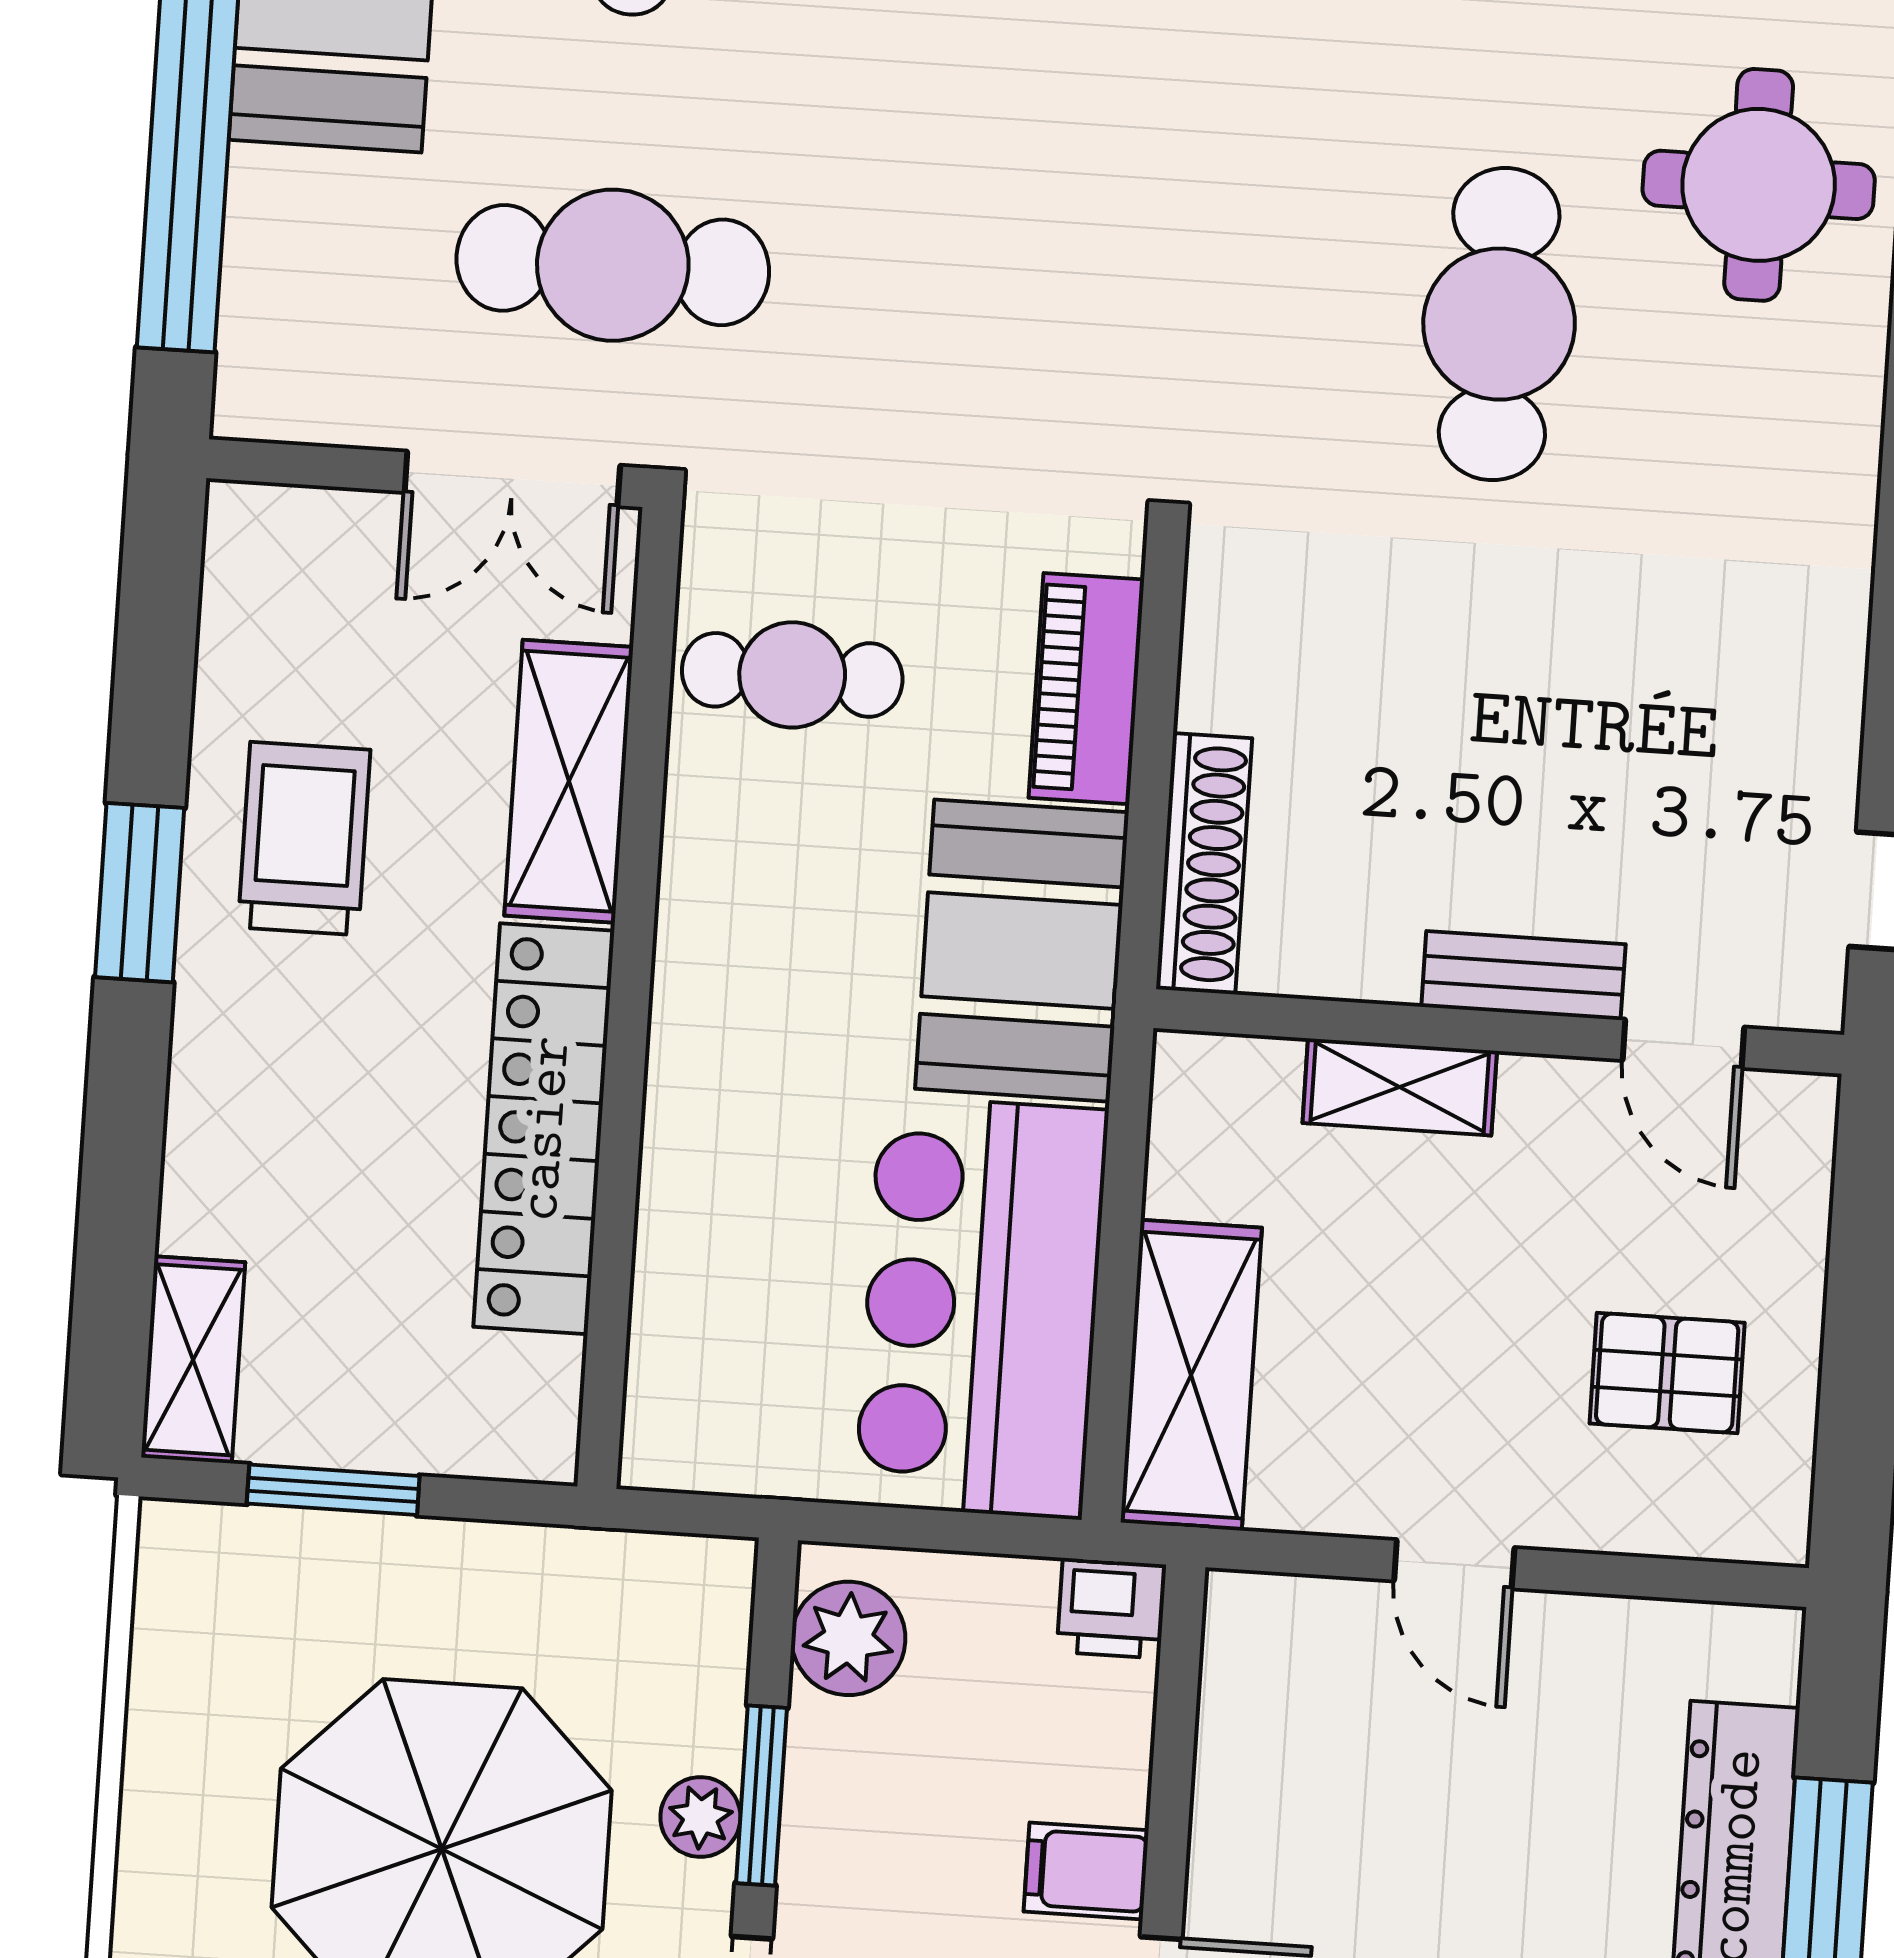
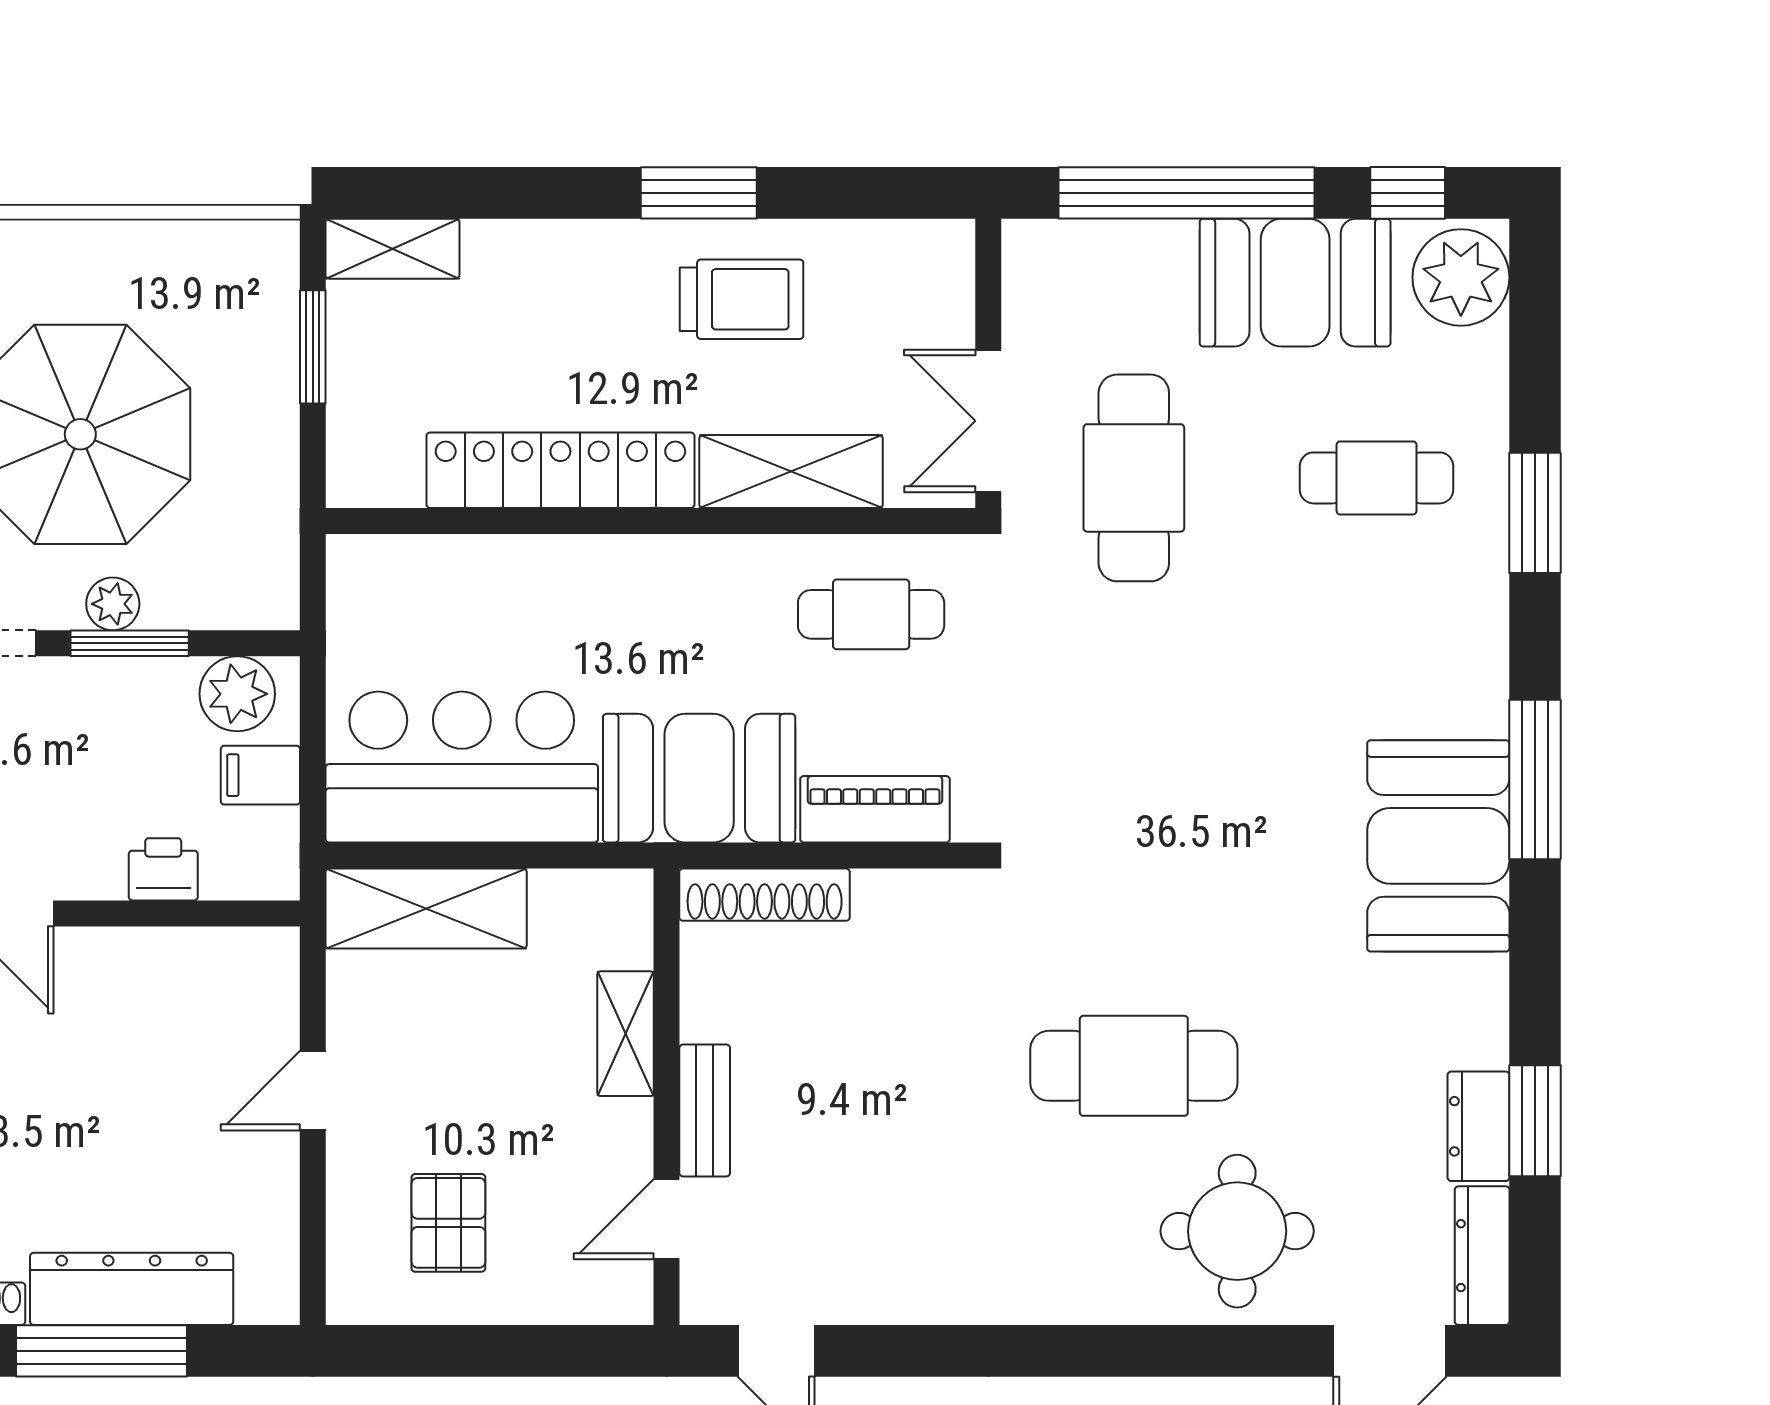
cafe table: (792, 675) -> (871, 614), turned 90
printer: (1111, 1608) -> (163, 869), moved, turned 90
filing cabinet: (1086, 1871) -> (260, 775), moved, turned -90

